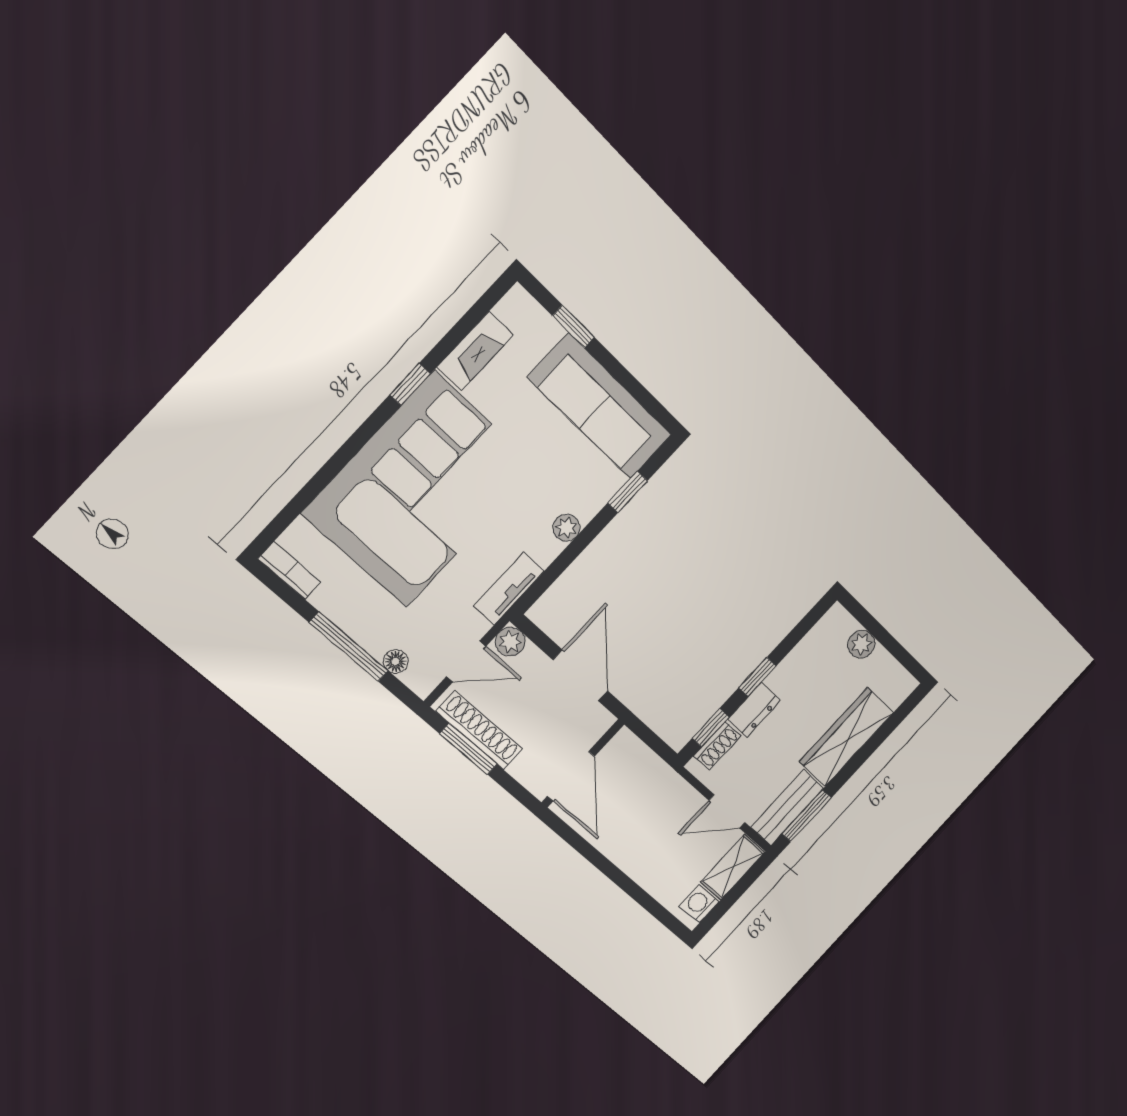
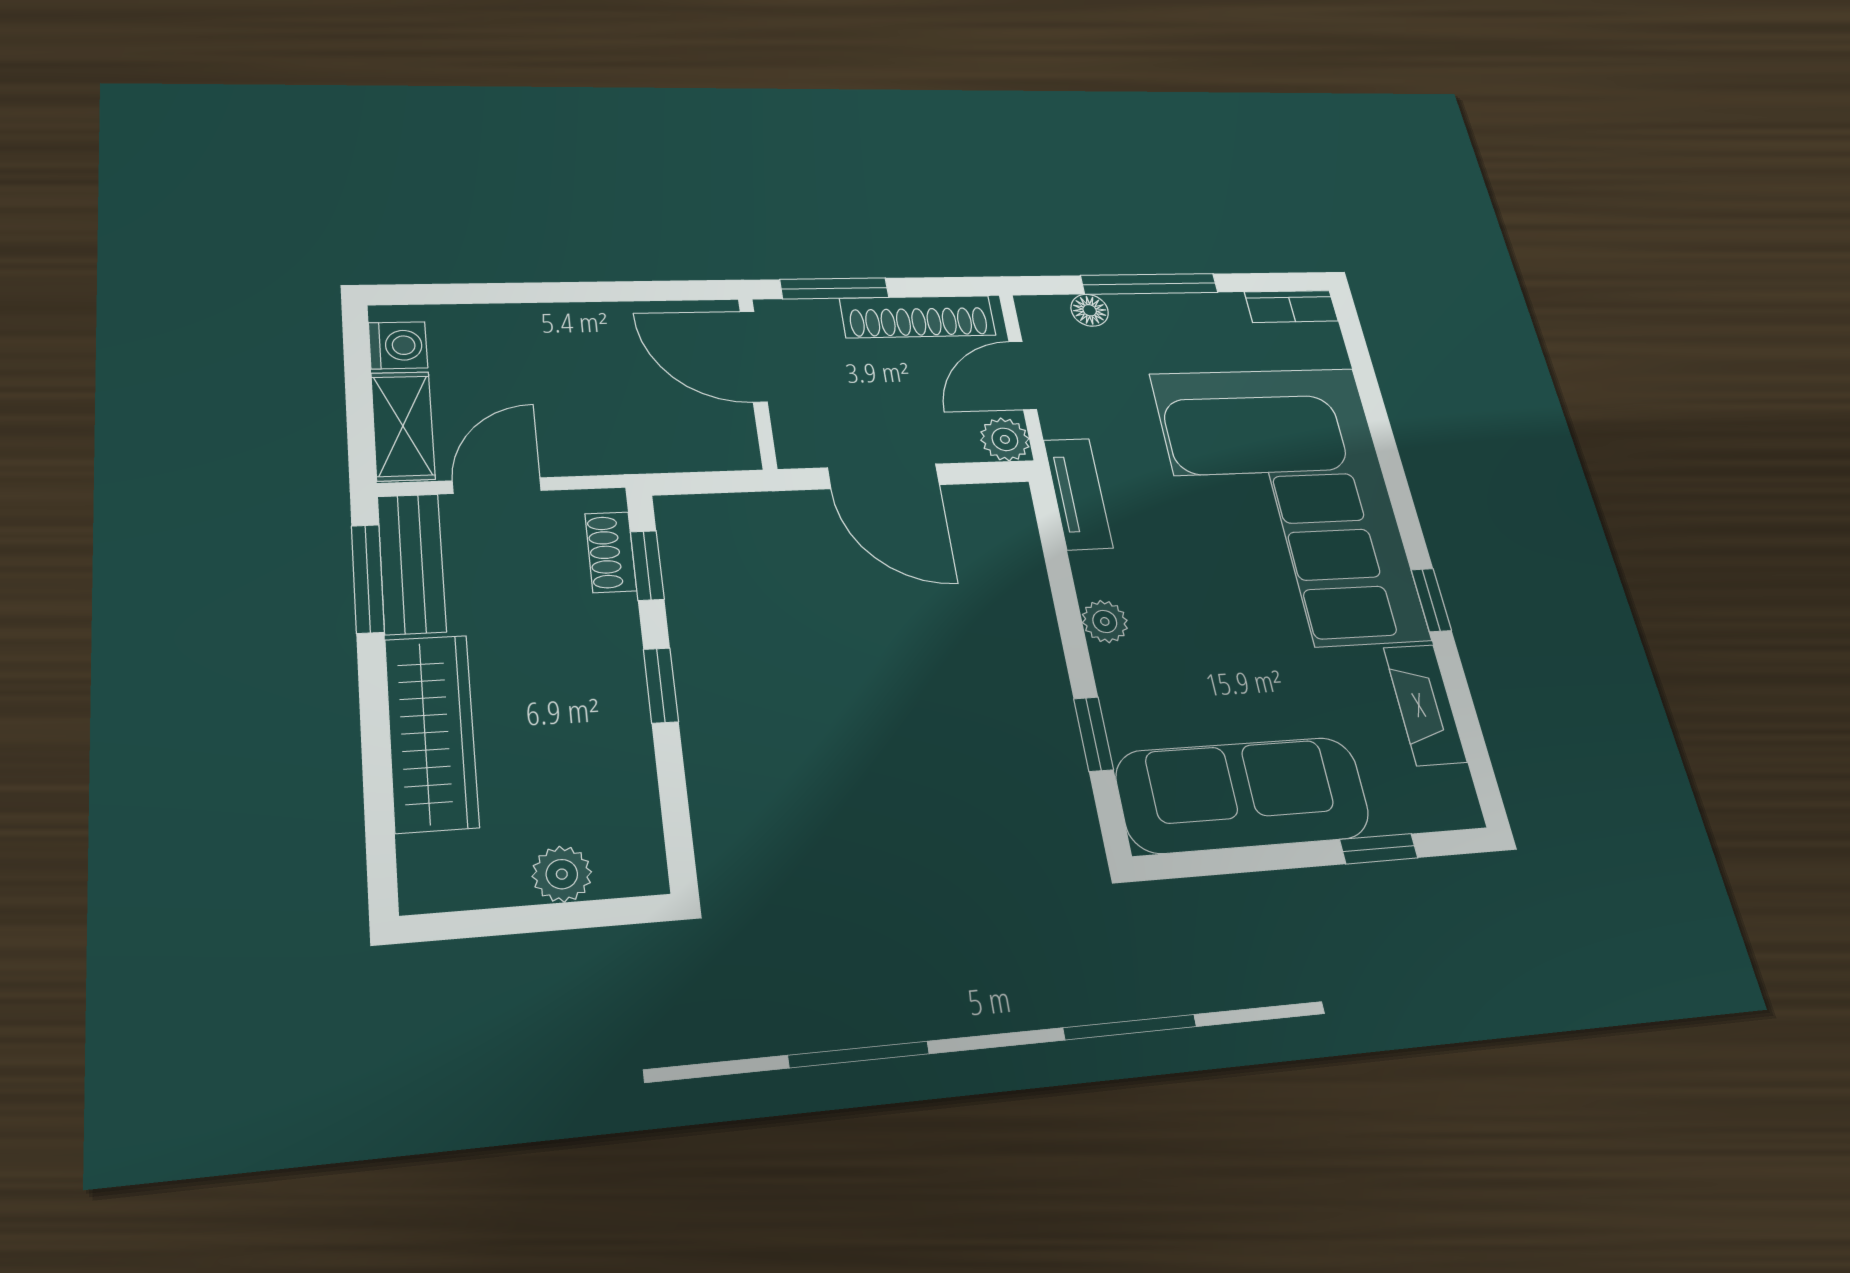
dresser: (754, 710) -> (614, 641), removed
window: (468, 749) -> (834, 288), moved

